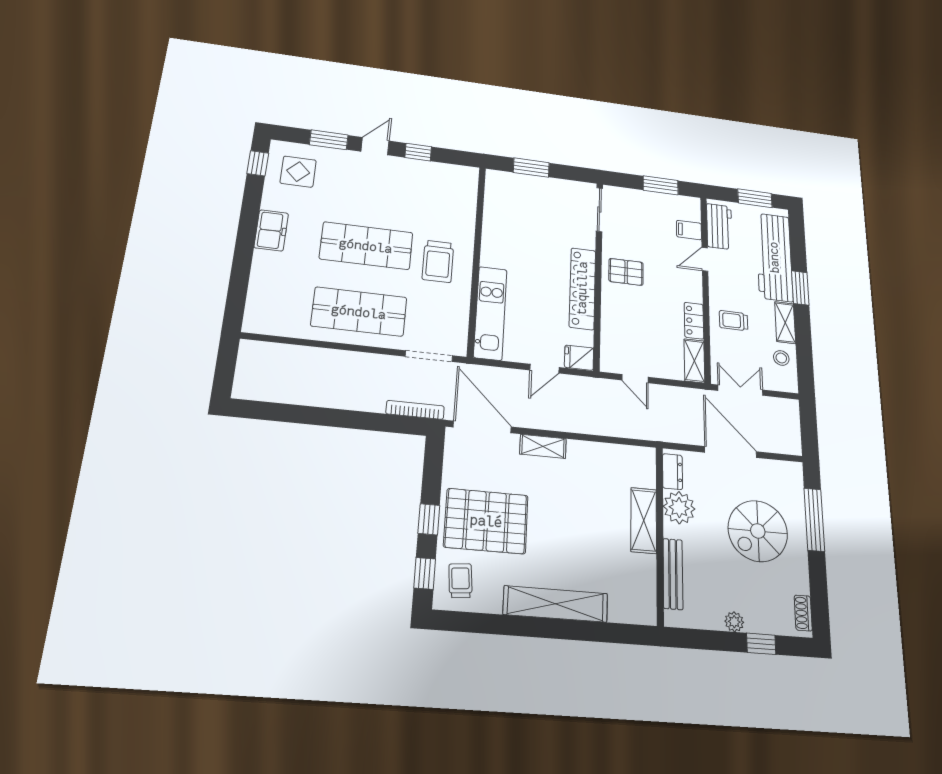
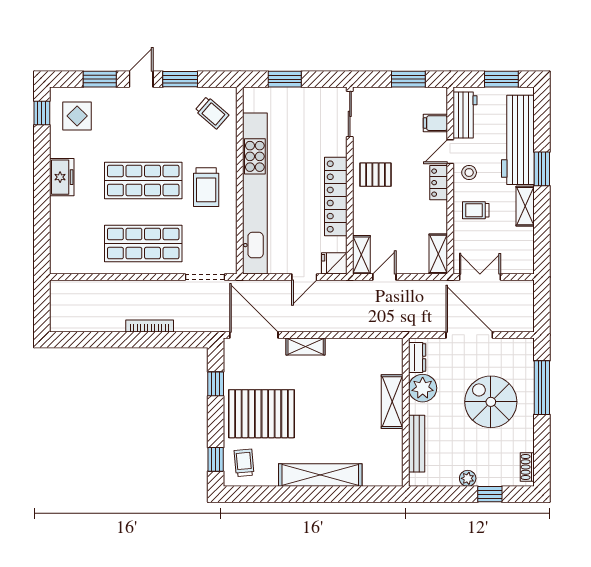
window: (418, 152) -> (180, 79), width x1.50
trolley: (450, 189) -> (212, 113), added
kitchen unit: (490, 313) -> (255, 193), width x1.86
locker: (694, 321) -> (439, 183), moved
shelving: (610, 352) -> (361, 255), added
stool: (781, 358) -> (469, 173), moved
door: (635, 379) -> (384, 277), swing flipped
bookcase: (415, 410) -> (150, 326), moved
window: (429, 519) -> (216, 384), moved
spiral stairs: (758, 531) -> (491, 402), turned 90

